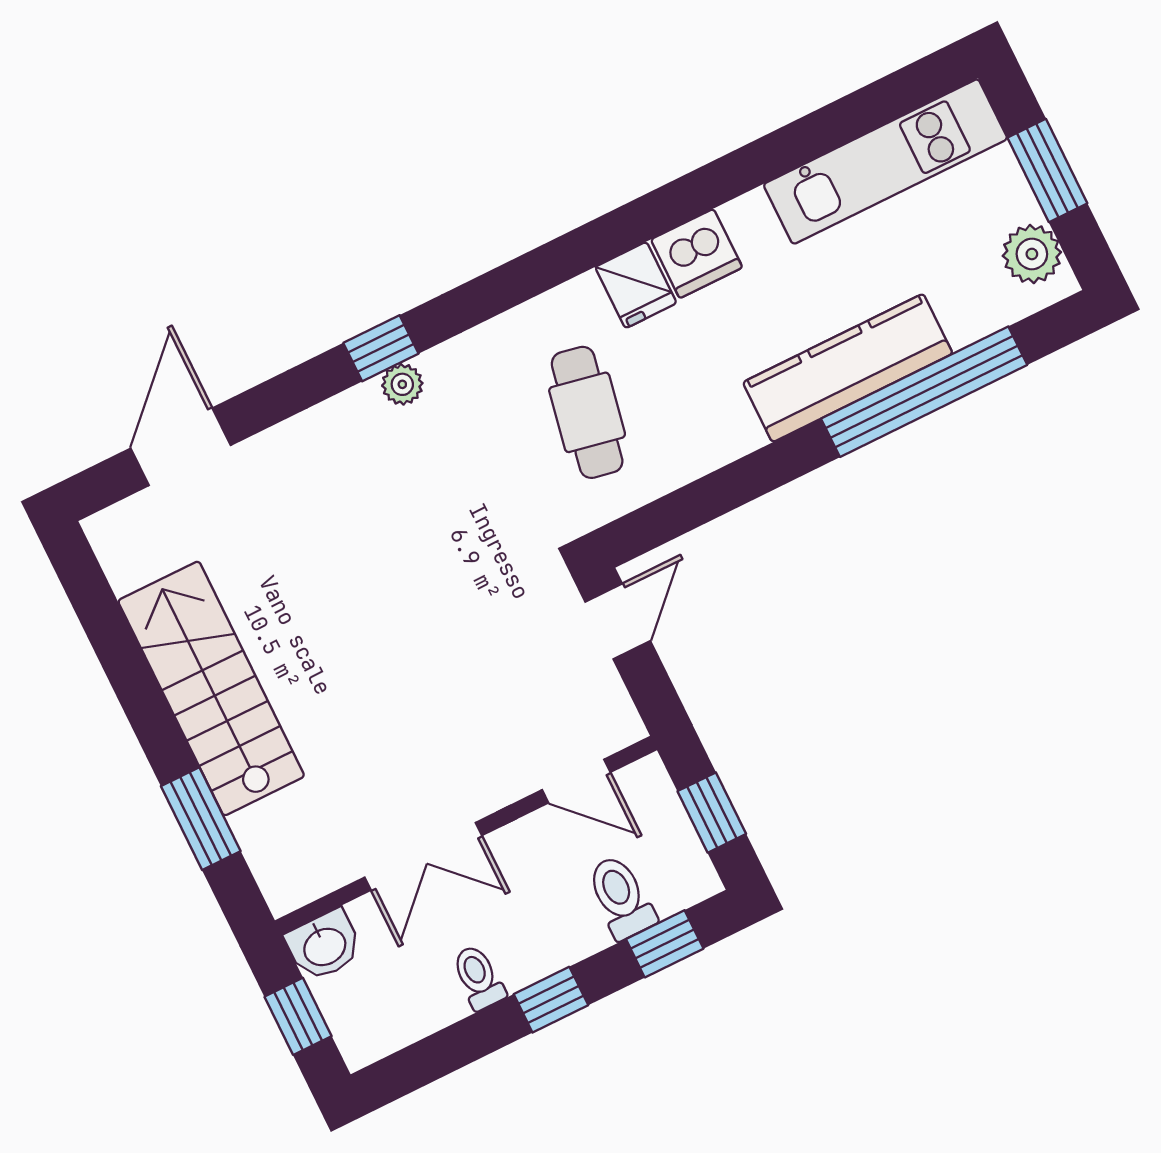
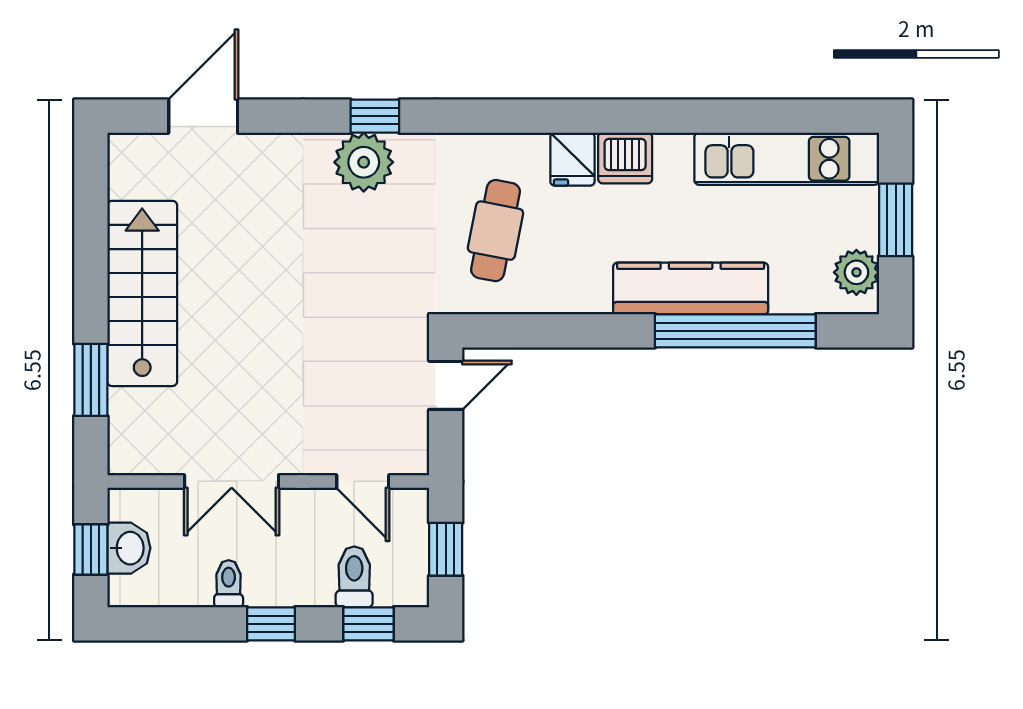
plant: (402, 384) -> (364, 162), width x1.88, depth x1.88
washbasin: (324, 945) -> (129, 548), moved, turned -90

